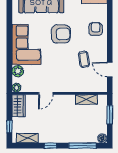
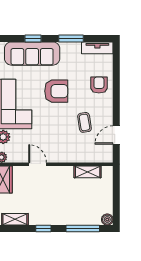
door: (110, 70) -> (116, 135), hinge flipped
door: (46, 93) -> (38, 164), swing flipped
window: (110, 115) -> (116, 191), removed

